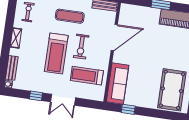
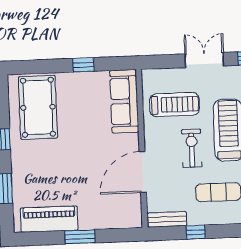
window: (128, 109) -> (83, 65), moved

